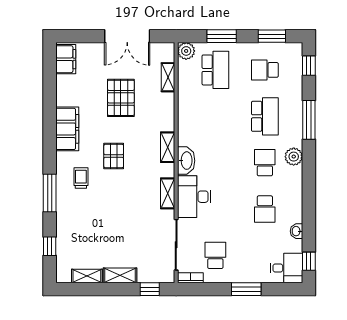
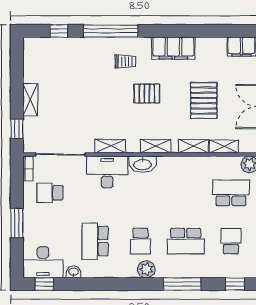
school desk: (215, 70) -> (231, 193), turned 180
pallet: (121, 98) -> (204, 101), turned 90
school desk: (265, 163) -> (140, 241), turned 90
window: (50, 193) -> (111, 31), width x1.46
school desk: (265, 209) -> (95, 241), width x1.85
school desk: (215, 255) -> (50, 193), turned 180
desk: (287, 268) -> (43, 262), width x1.37
shelving: (87, 276) -> (193, 146), moved, turned 90

